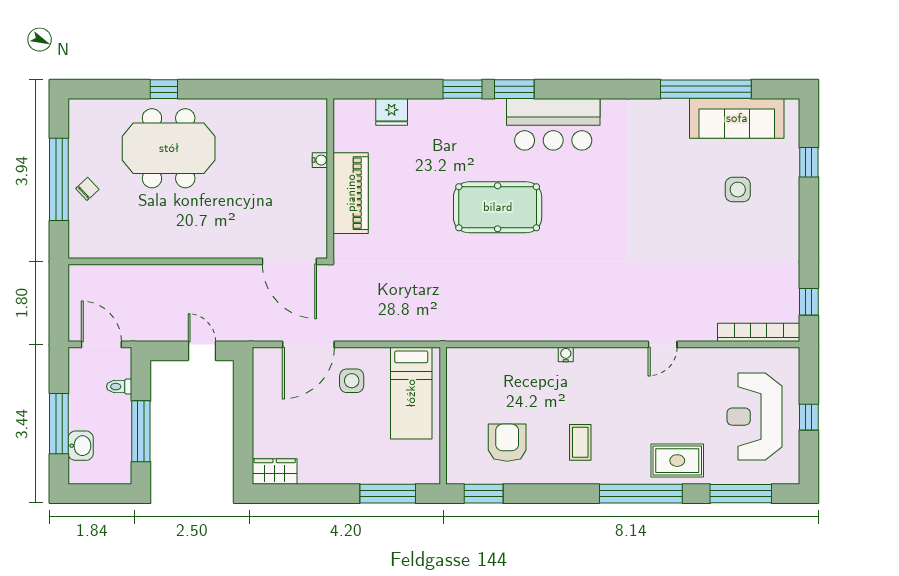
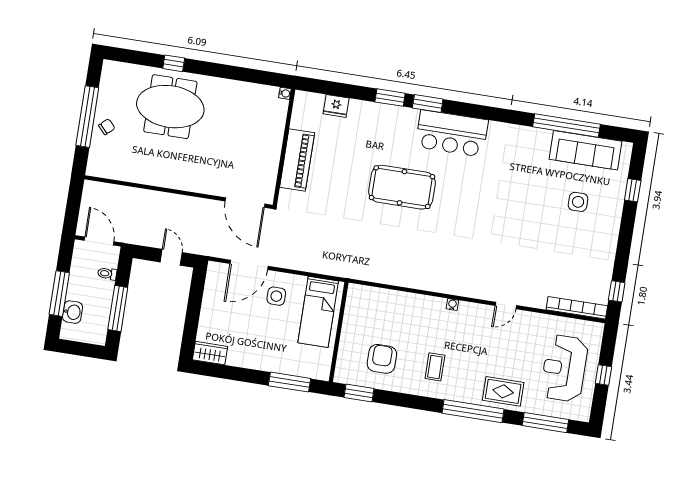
water cooler: (320, 160) -> (285, 93), moved
water cooler: (566, 355) -> (452, 305), moved

